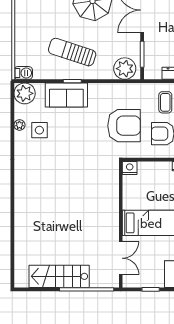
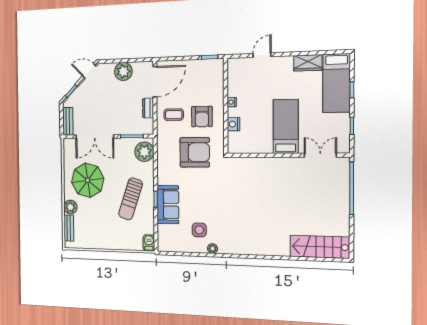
plant: (25, 93) -> (167, 242), removed
plant: (19, 125) -> (212, 249), moved
armchair: (124, 126) -> (195, 152), turned 90
nightstand: (130, 168) -> (233, 124), moved
stairs: (59, 276) -> (320, 247), moved, turned 90

